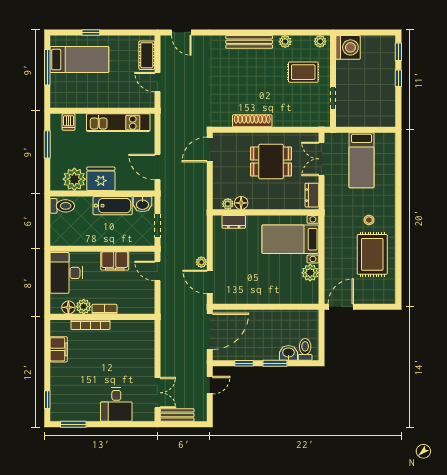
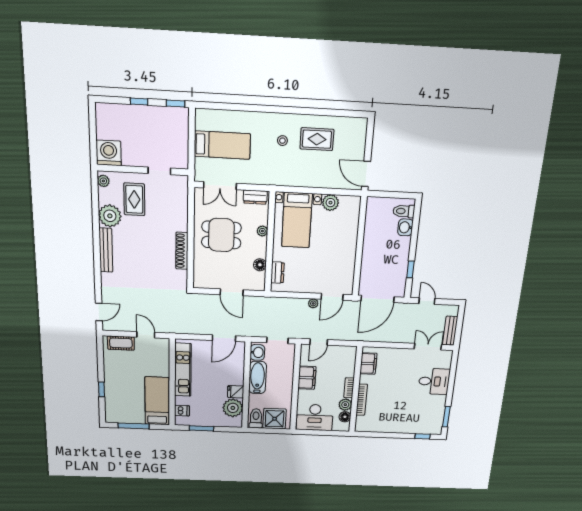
plant: (285, 42) -> (110, 216), width x1.87, depth x1.87
window: (398, 52) -> (176, 104), moved
bed: (79, 60) -> (157, 401), moved
door: (157, 82) -> (146, 335), swing flipped
door: (210, 149) -> (232, 292), moved
dining table: (271, 161) -> (221, 235), turned 90
fridge: (101, 179) -> (236, 392), width x0.53, depth x0.75
plant: (228, 204) -> (262, 231), moved
shower: (63, 227) -> (275, 419), added
rug: (372, 254) -> (317, 139), width x0.73, depth x0.70
door: (210, 331) -> (377, 299), swing flipped
filing cabinet: (59, 349) -> (368, 364), moved, turned 90
window: (275, 363) -> (414, 240), removed

